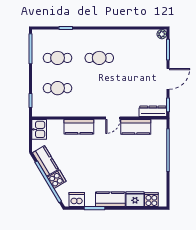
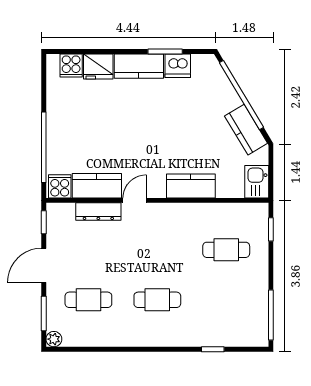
cafe table: (58, 58) -> (88, 300), moved
dresser: (153, 111) -> (98, 212), moved
cooker: (57, 179) -> (60, 186), moved, turned 121
dishwasher: (77, 200) -> (178, 66), moved

